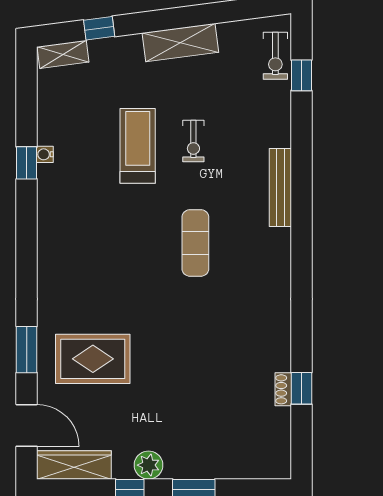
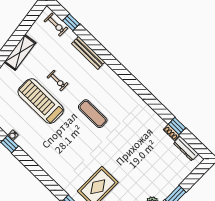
treadmill: (138, 146) -> (41, 101), width x1.37, depth x1.37
bench: (280, 187) -> (88, 53), moved
dresser: (281, 435) -> (186, 149), added

